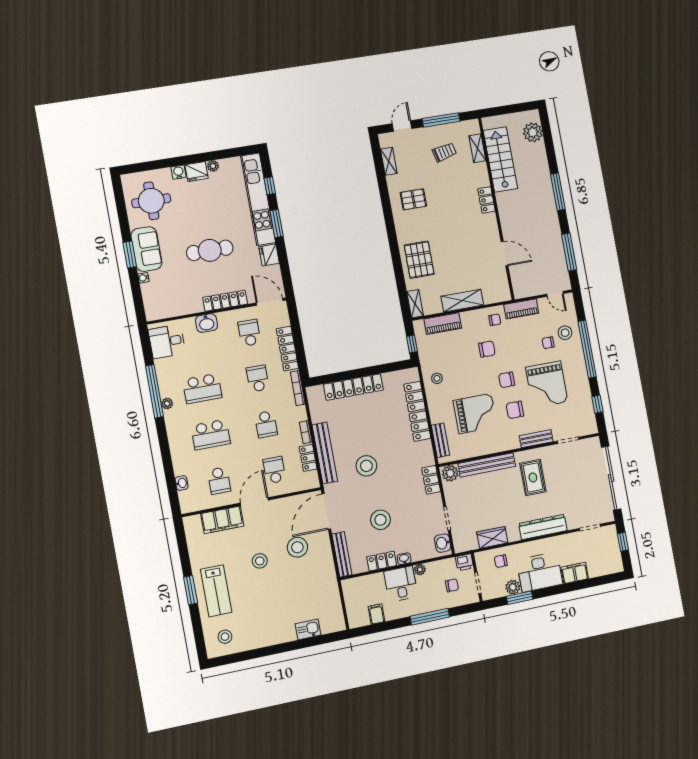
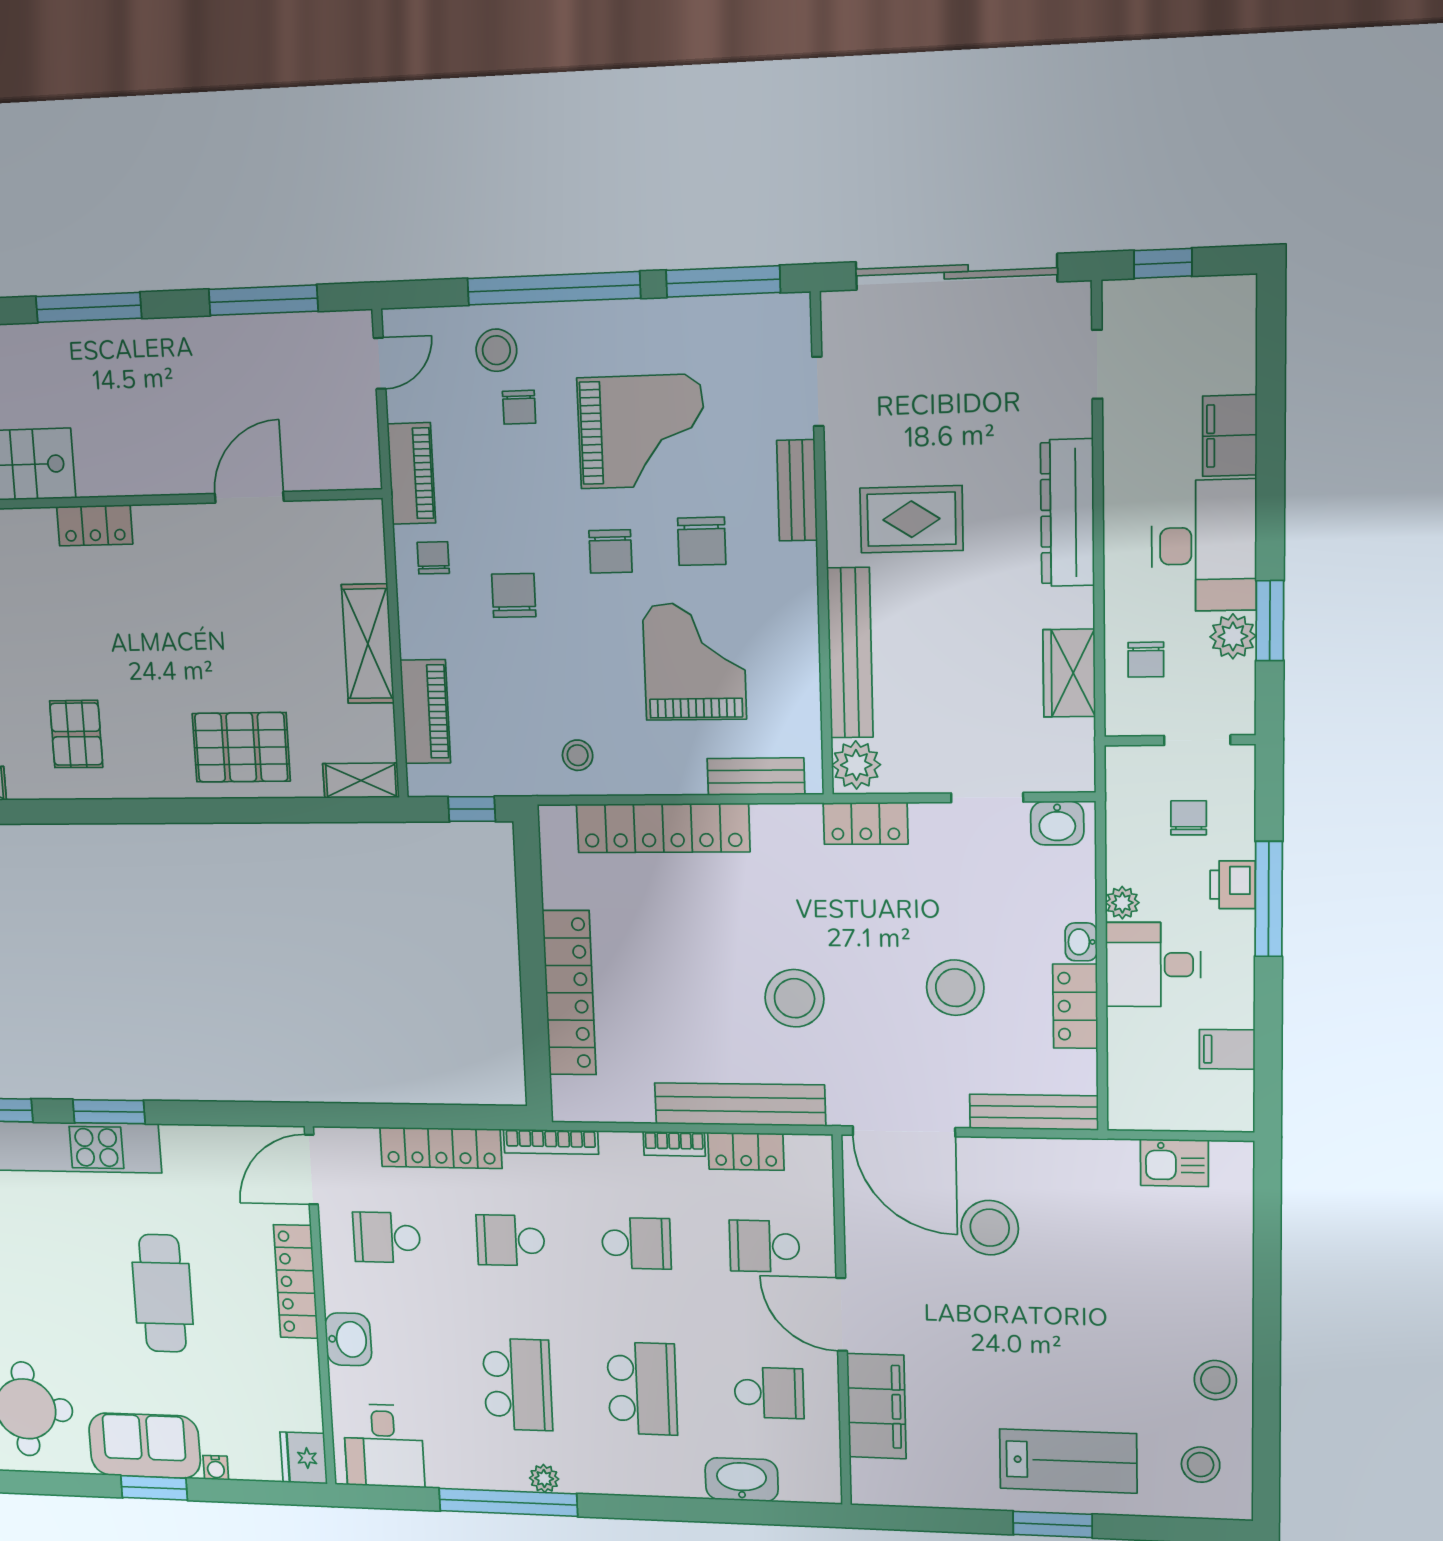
fridge: (269, 255) -> (304, 1458), moved, turned 90
window: (597, 404) -> (723, 281), width x2.17
washbasin: (182, 483) -> (742, 1480), width x1.91, depth x1.45
stool: (260, 561) -> (1215, 1380), moved
printer: (464, 562) -> (1233, 885), moved, turned 180
kitchen sink: (308, 629) -> (1174, 1163), moved, turned -90

